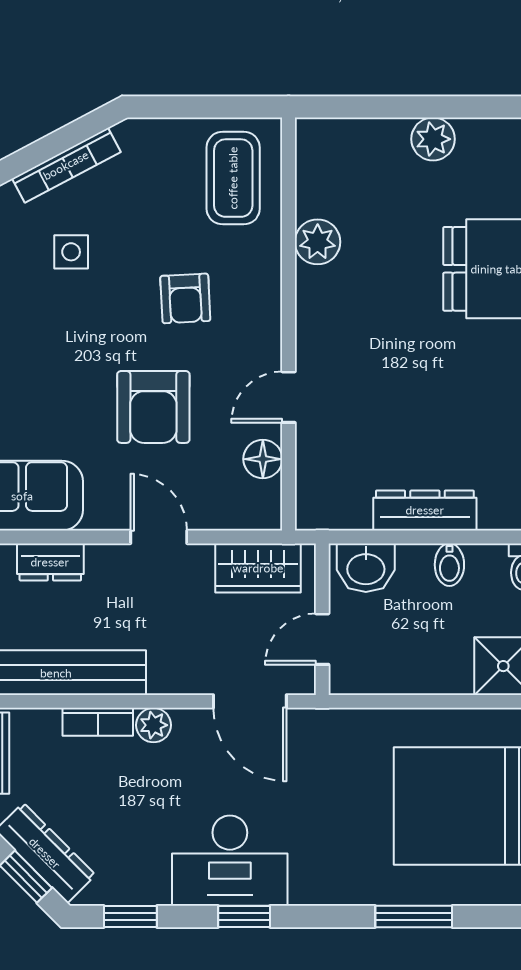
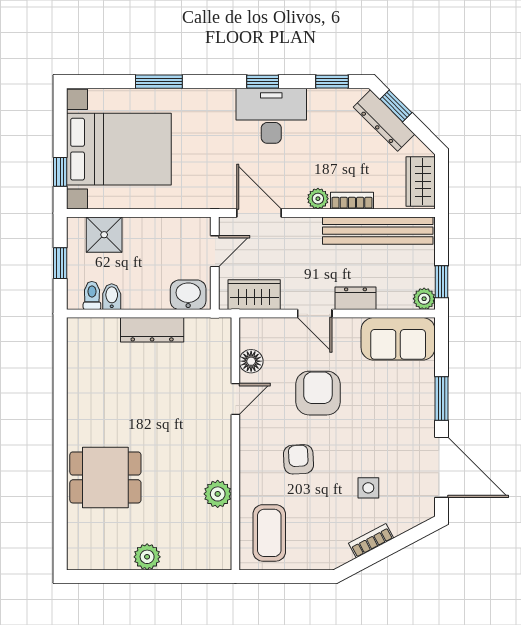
bookcase: (66, 165) -> (371, 541), width x0.64
dresser: (50, 562) -> (355, 298), moved
bidet: (449, 565) -> (112, 297), moved

